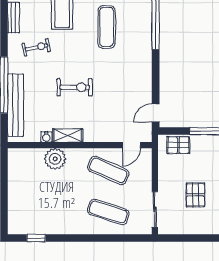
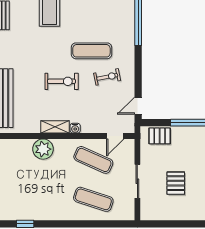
exercise mat: (107, 27) -> (91, 51), moved, turned 90
exercise bike: (36, 47) -> (107, 77), moved
water cooler: (46, 137) -> (75, 128), moved
sliding door: (155, 209) -> (137, 181), moved

